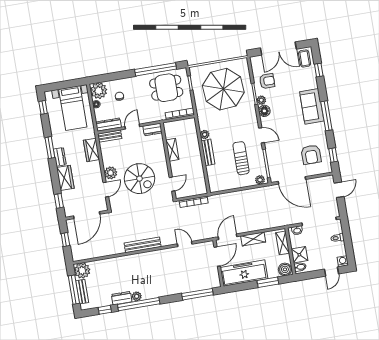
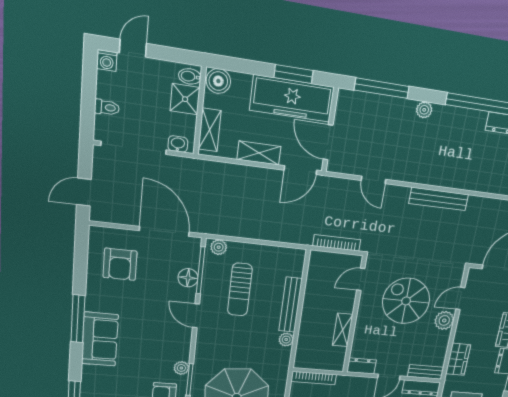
floor lamp: (264, 111) -> (188, 278), moved
bench: (208, 152) -> (291, 305), width x1.36
armchair: (311, 155) -> (120, 264), turned 180
window: (333, 155) -> (81, 253), removed
door: (217, 257) -> (328, 142), hinge flipped
window: (268, 282) -> (294, 74), moved
plant: (137, 296) -> (424, 110), moved

